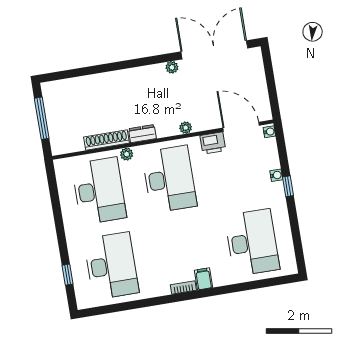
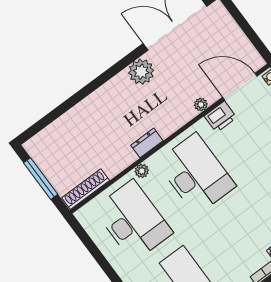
plant: (172, 67) -> (141, 72), width x1.88, depth x1.88
plant: (186, 128) -> (201, 105), moved
shoe rack: (106, 140) -> (86, 189), moved

